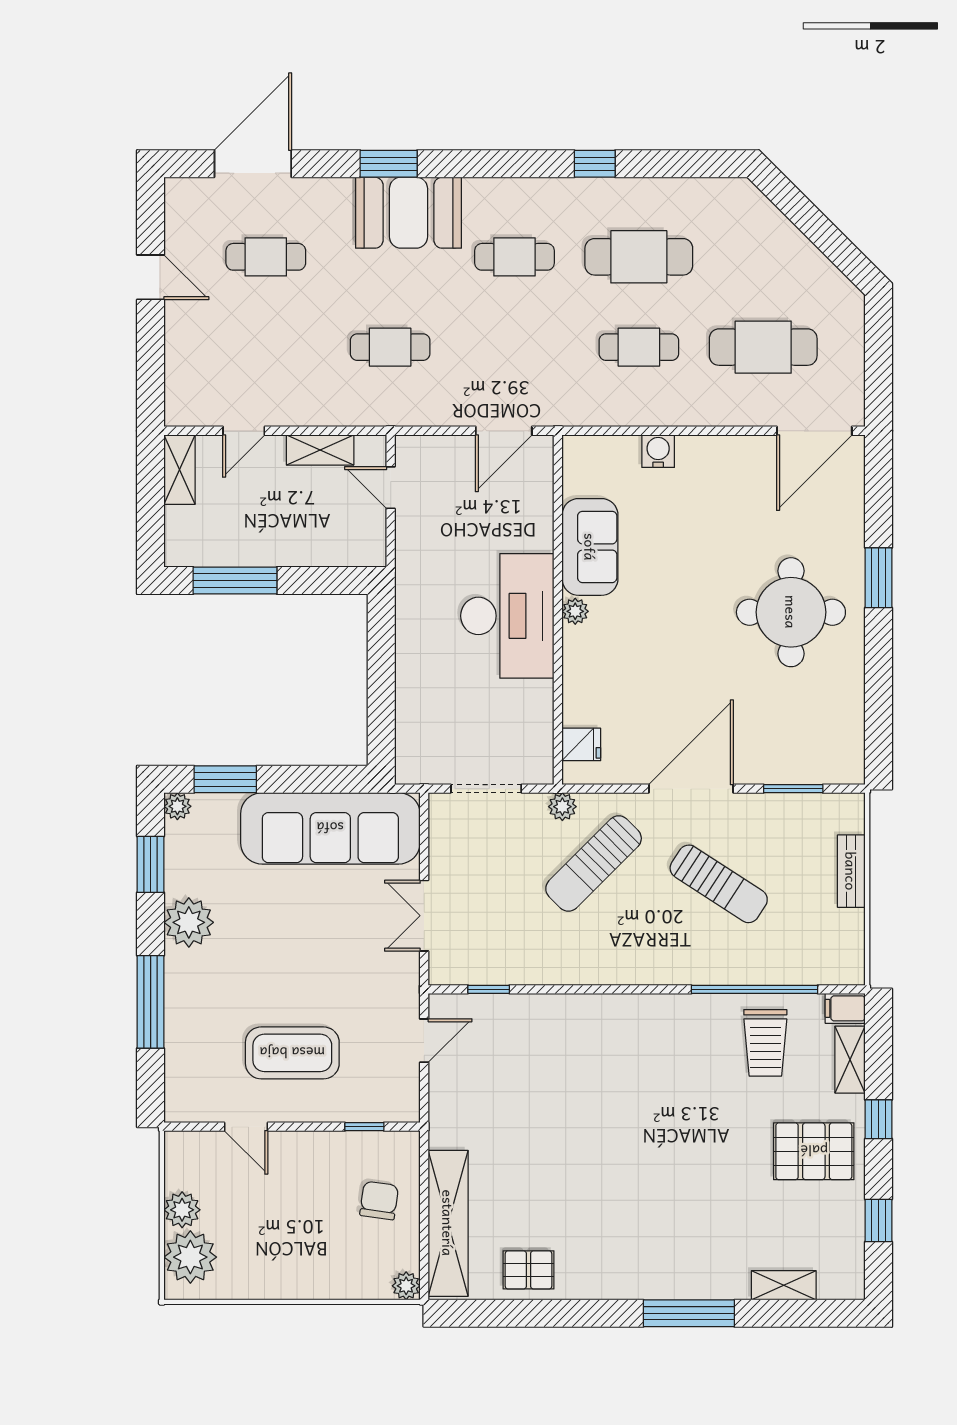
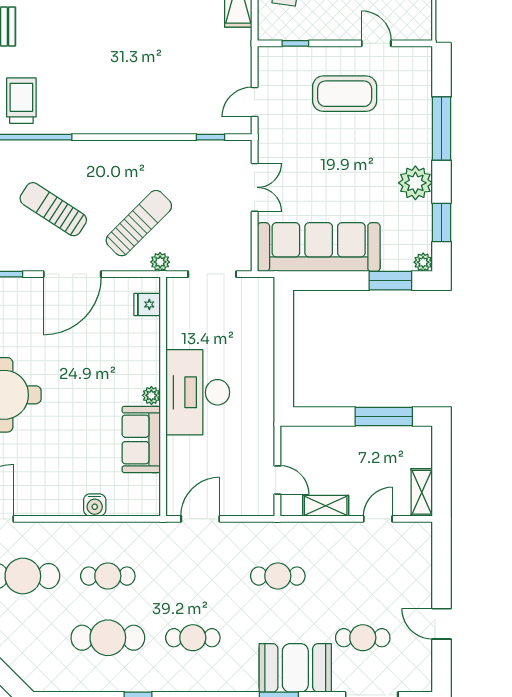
booth: (409, 213) -> (295, 668), moved

